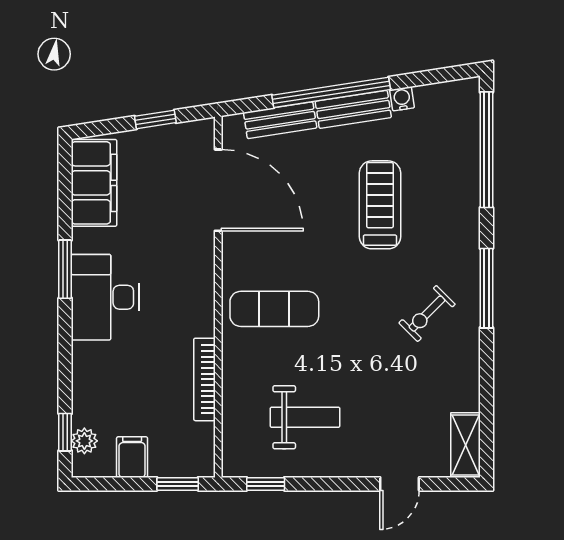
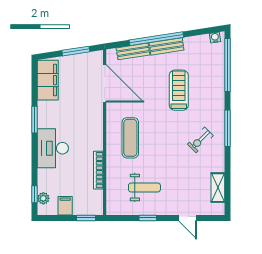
water cooler: (402, 99) -> (215, 38), moved
window: (155, 119) -> (76, 51), width x1.50
desk: (105, 297) -> (53, 148), moved
exercise mat: (274, 309) -> (130, 138), turned 90
shelving: (465, 445) -> (218, 188), moved
window: (266, 484) -> (148, 218), moved
door: (400, 484) -> (188, 218), hinge flipped

